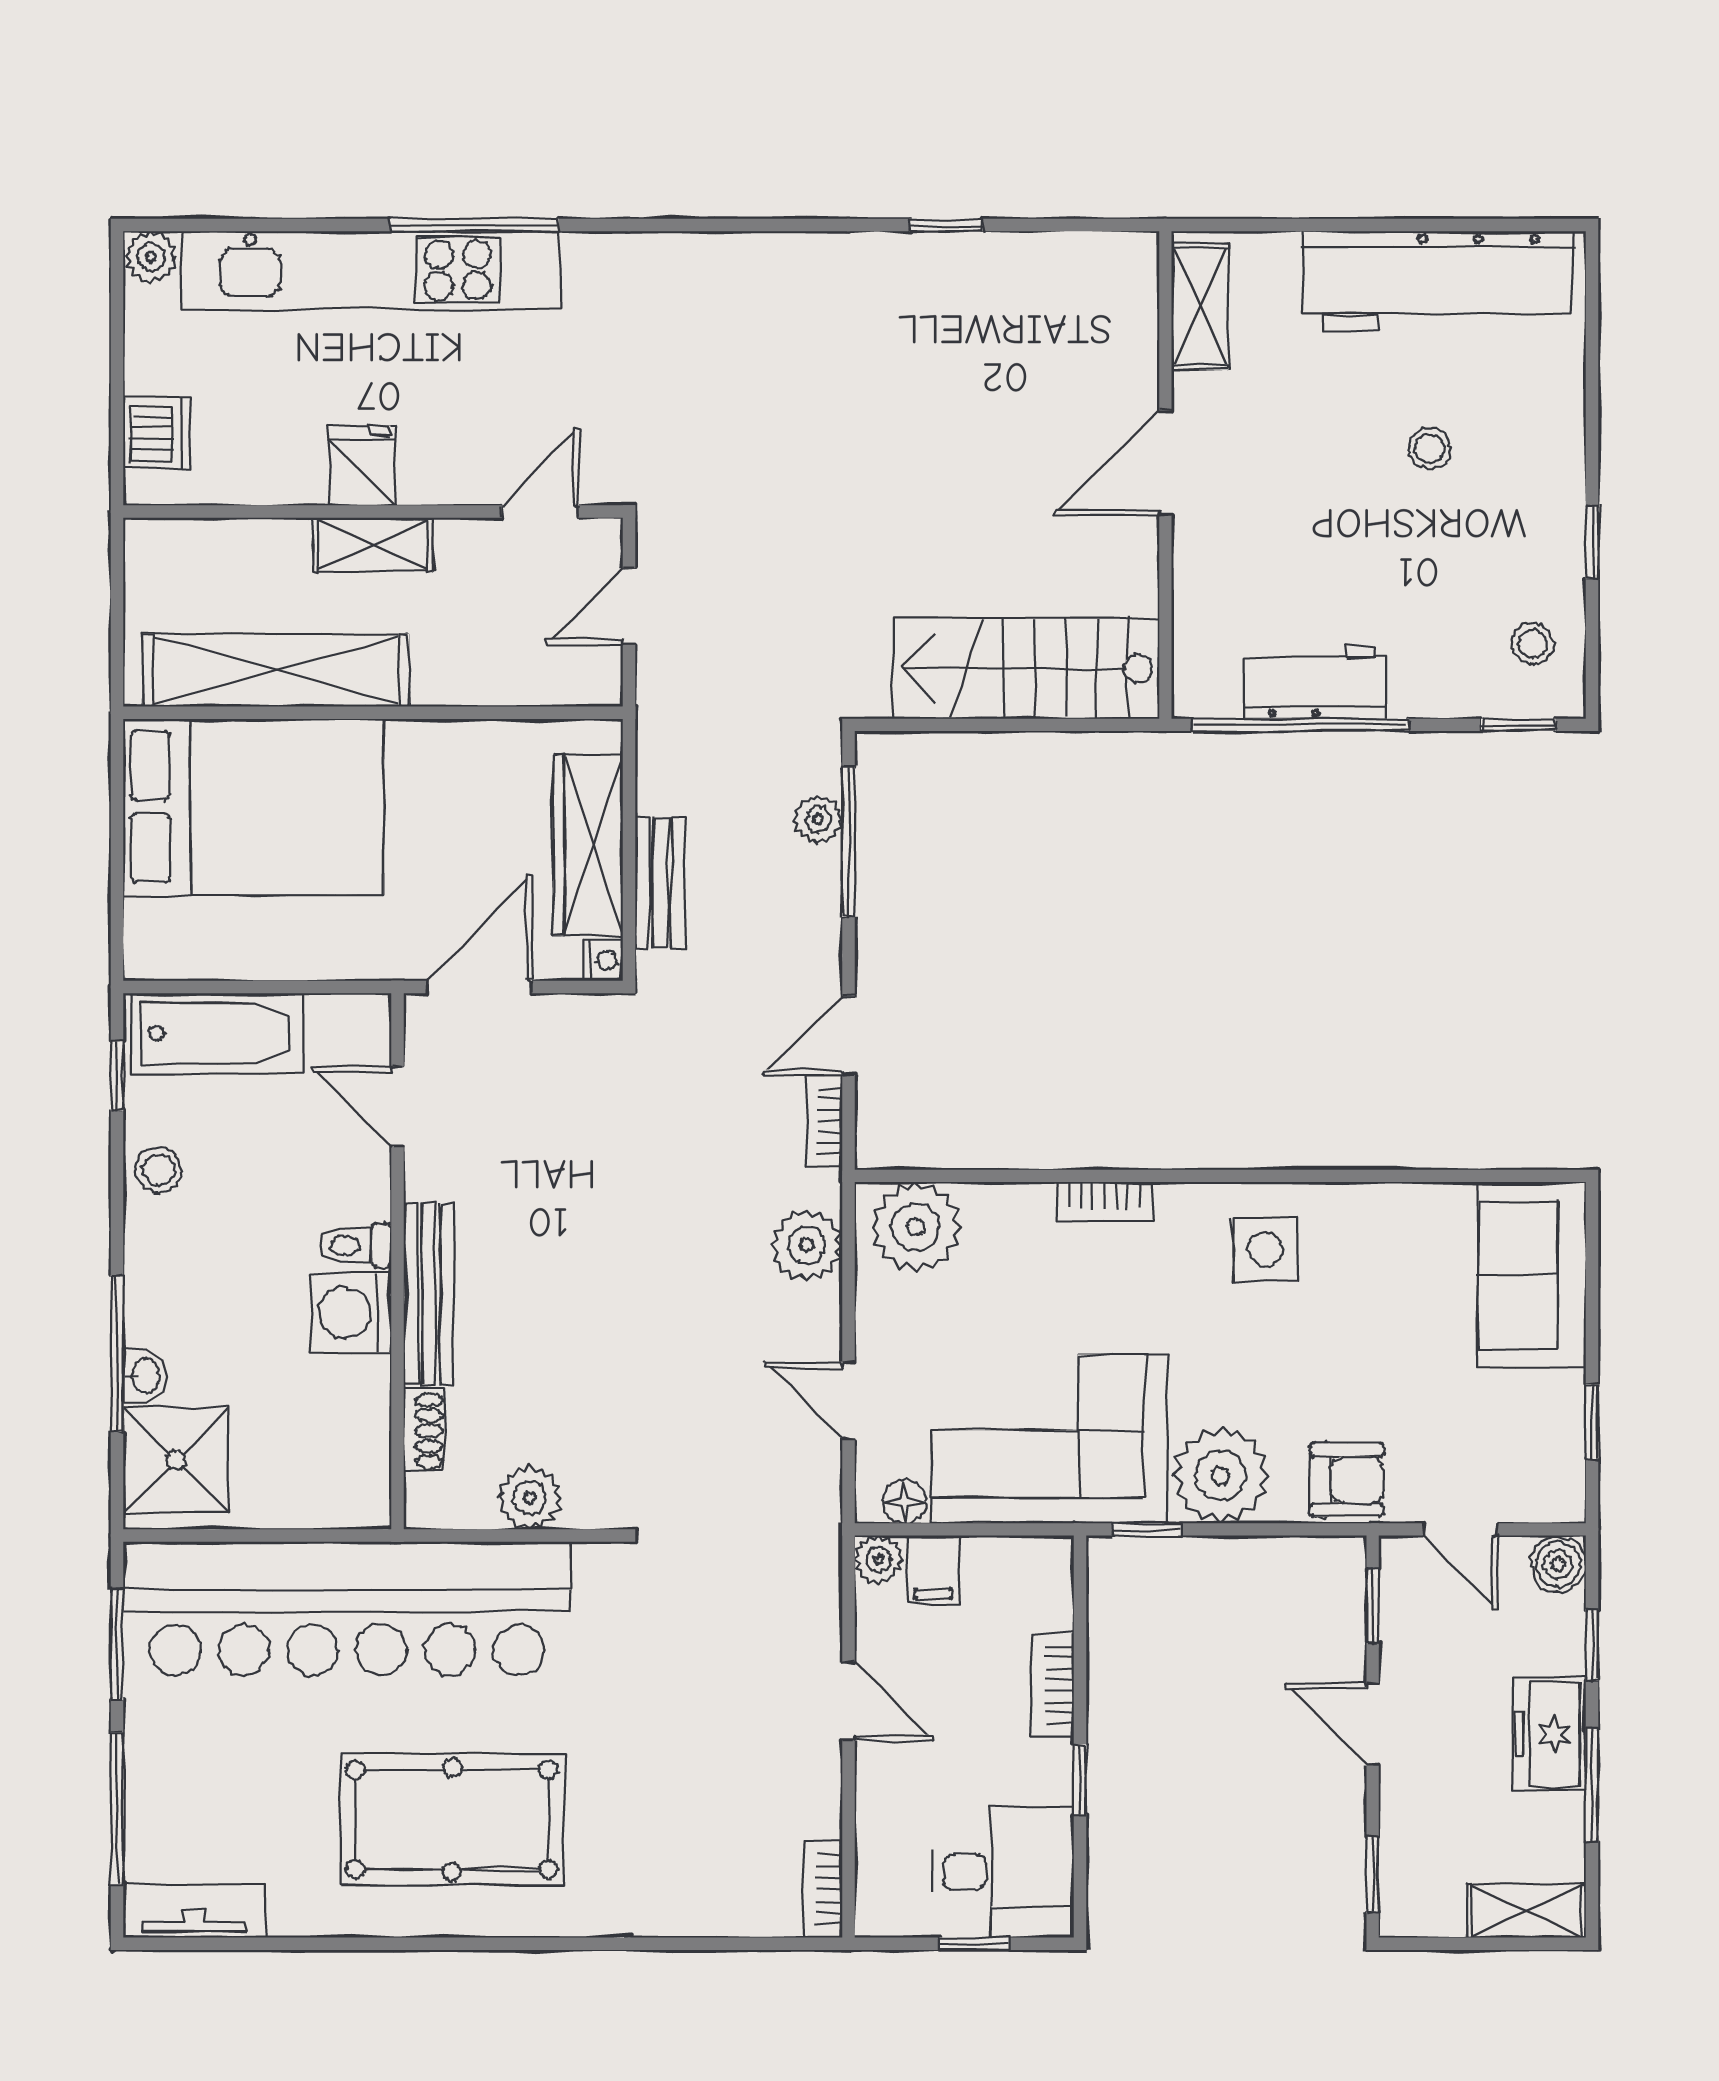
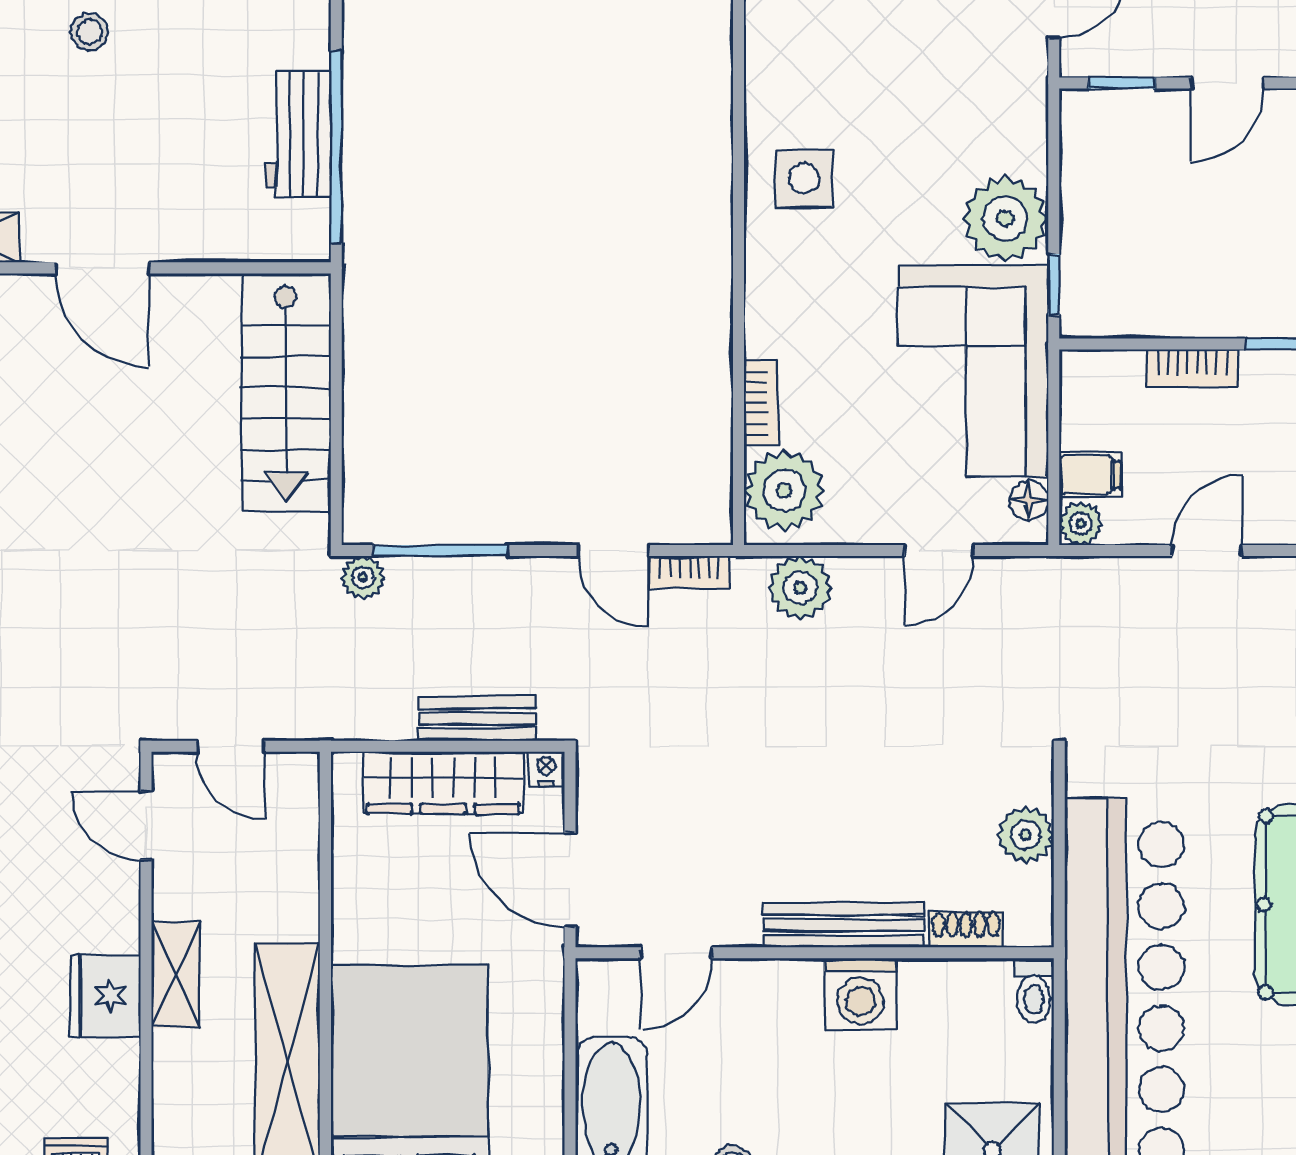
fridge: (362, 466) -> (105, 996), width x1.38
plant: (818, 819) -> (363, 577), moved
bookcase: (1105, 1201) -> (761, 403), moved
toilet: (355, 1245) -> (1034, 990), moved
armchair: (1347, 1480) -> (1010, 106), removed

